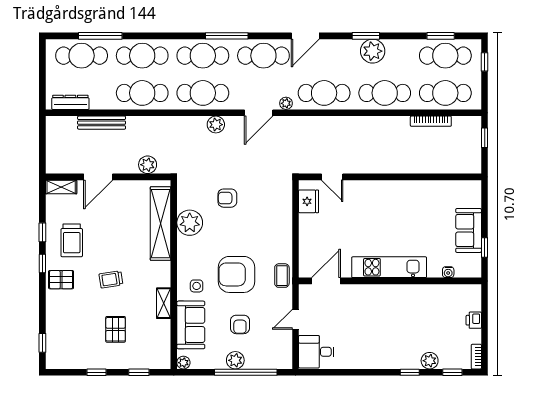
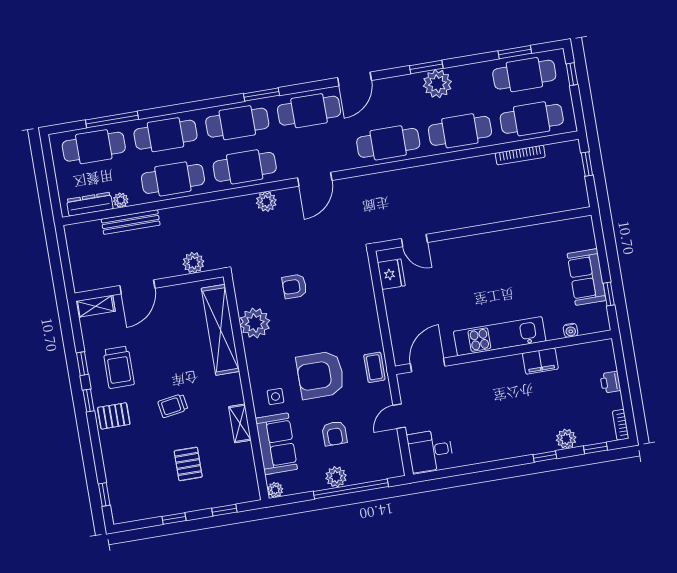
window: (227, 36) -> (262, 95), width x0.69
plant: (286, 103) -> (121, 200), moved
filing cabinet: (419, 293) -> (540, 361), added

